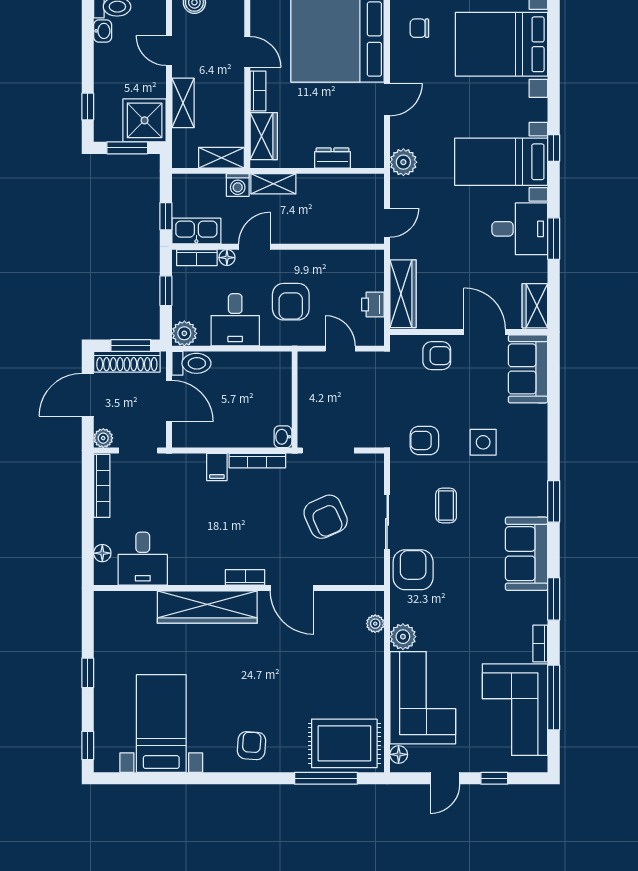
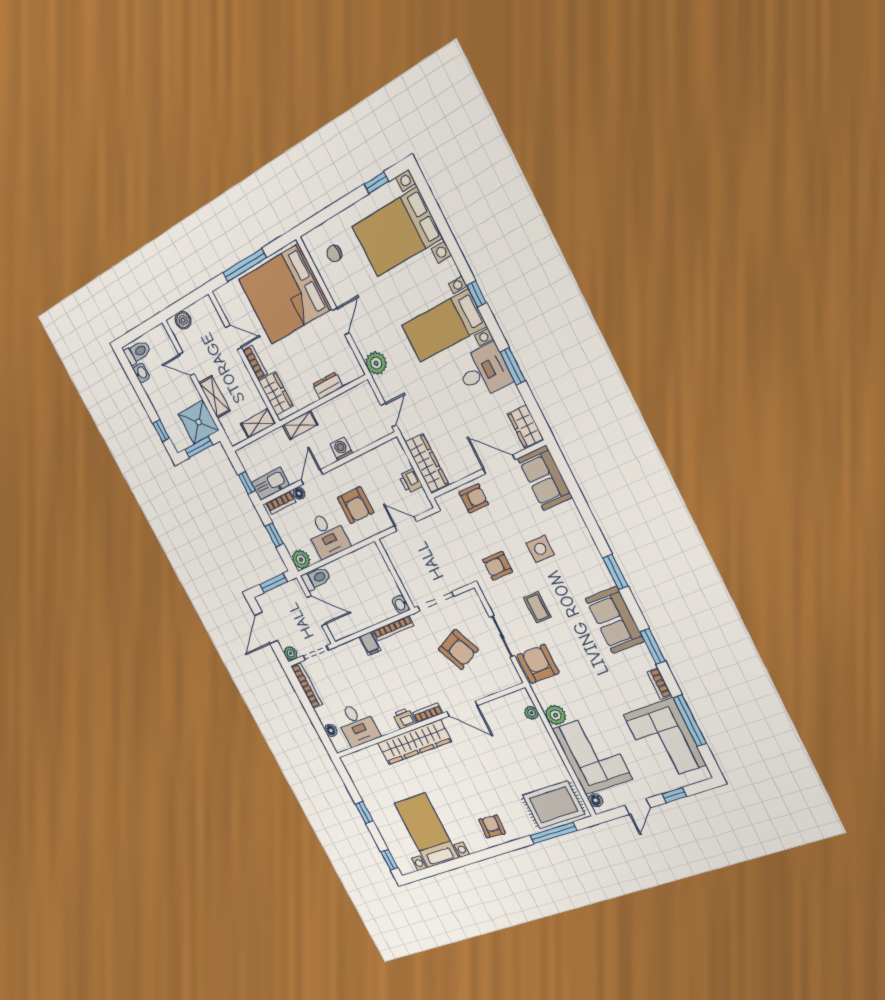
washing machine: (238, 185) -> (341, 449), moved, turned 180
shoe rack: (127, 362) -> (277, 595), removed
printer: (211, 573) -> (404, 718), added

